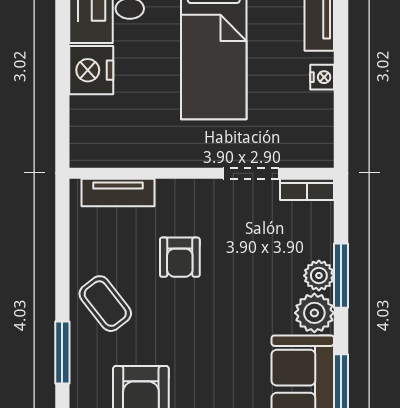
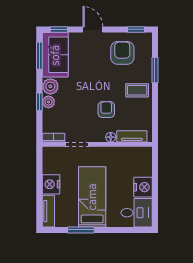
nightstand: (322, 77) -> (51, 184), width x1.89, depth x1.79
floor lamp: (169, 190) -> (111, 137), added
window: (341, 276) -> (39, 102), width x0.67
coffee table: (105, 304) -> (137, 90), turned -52

